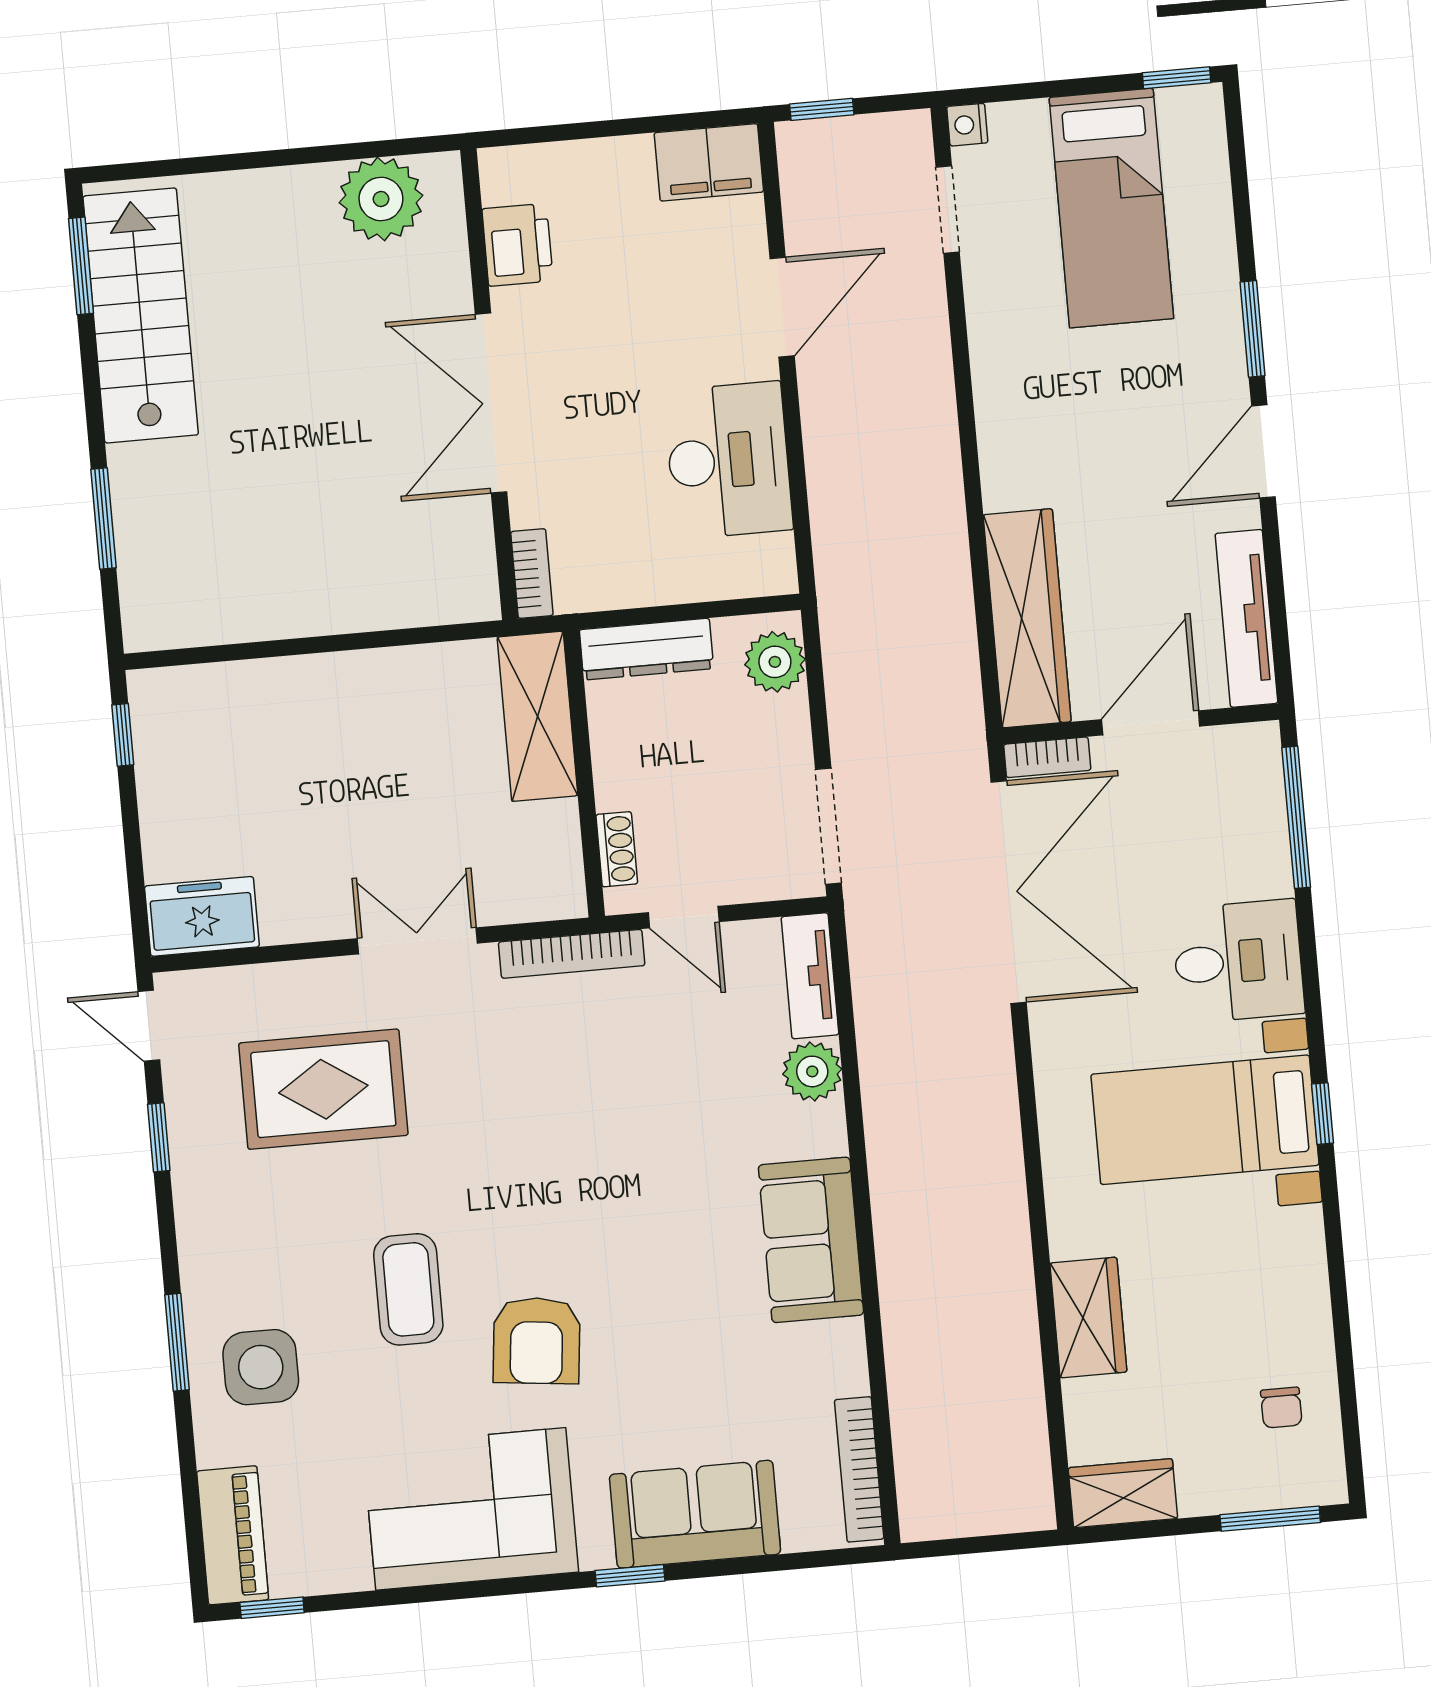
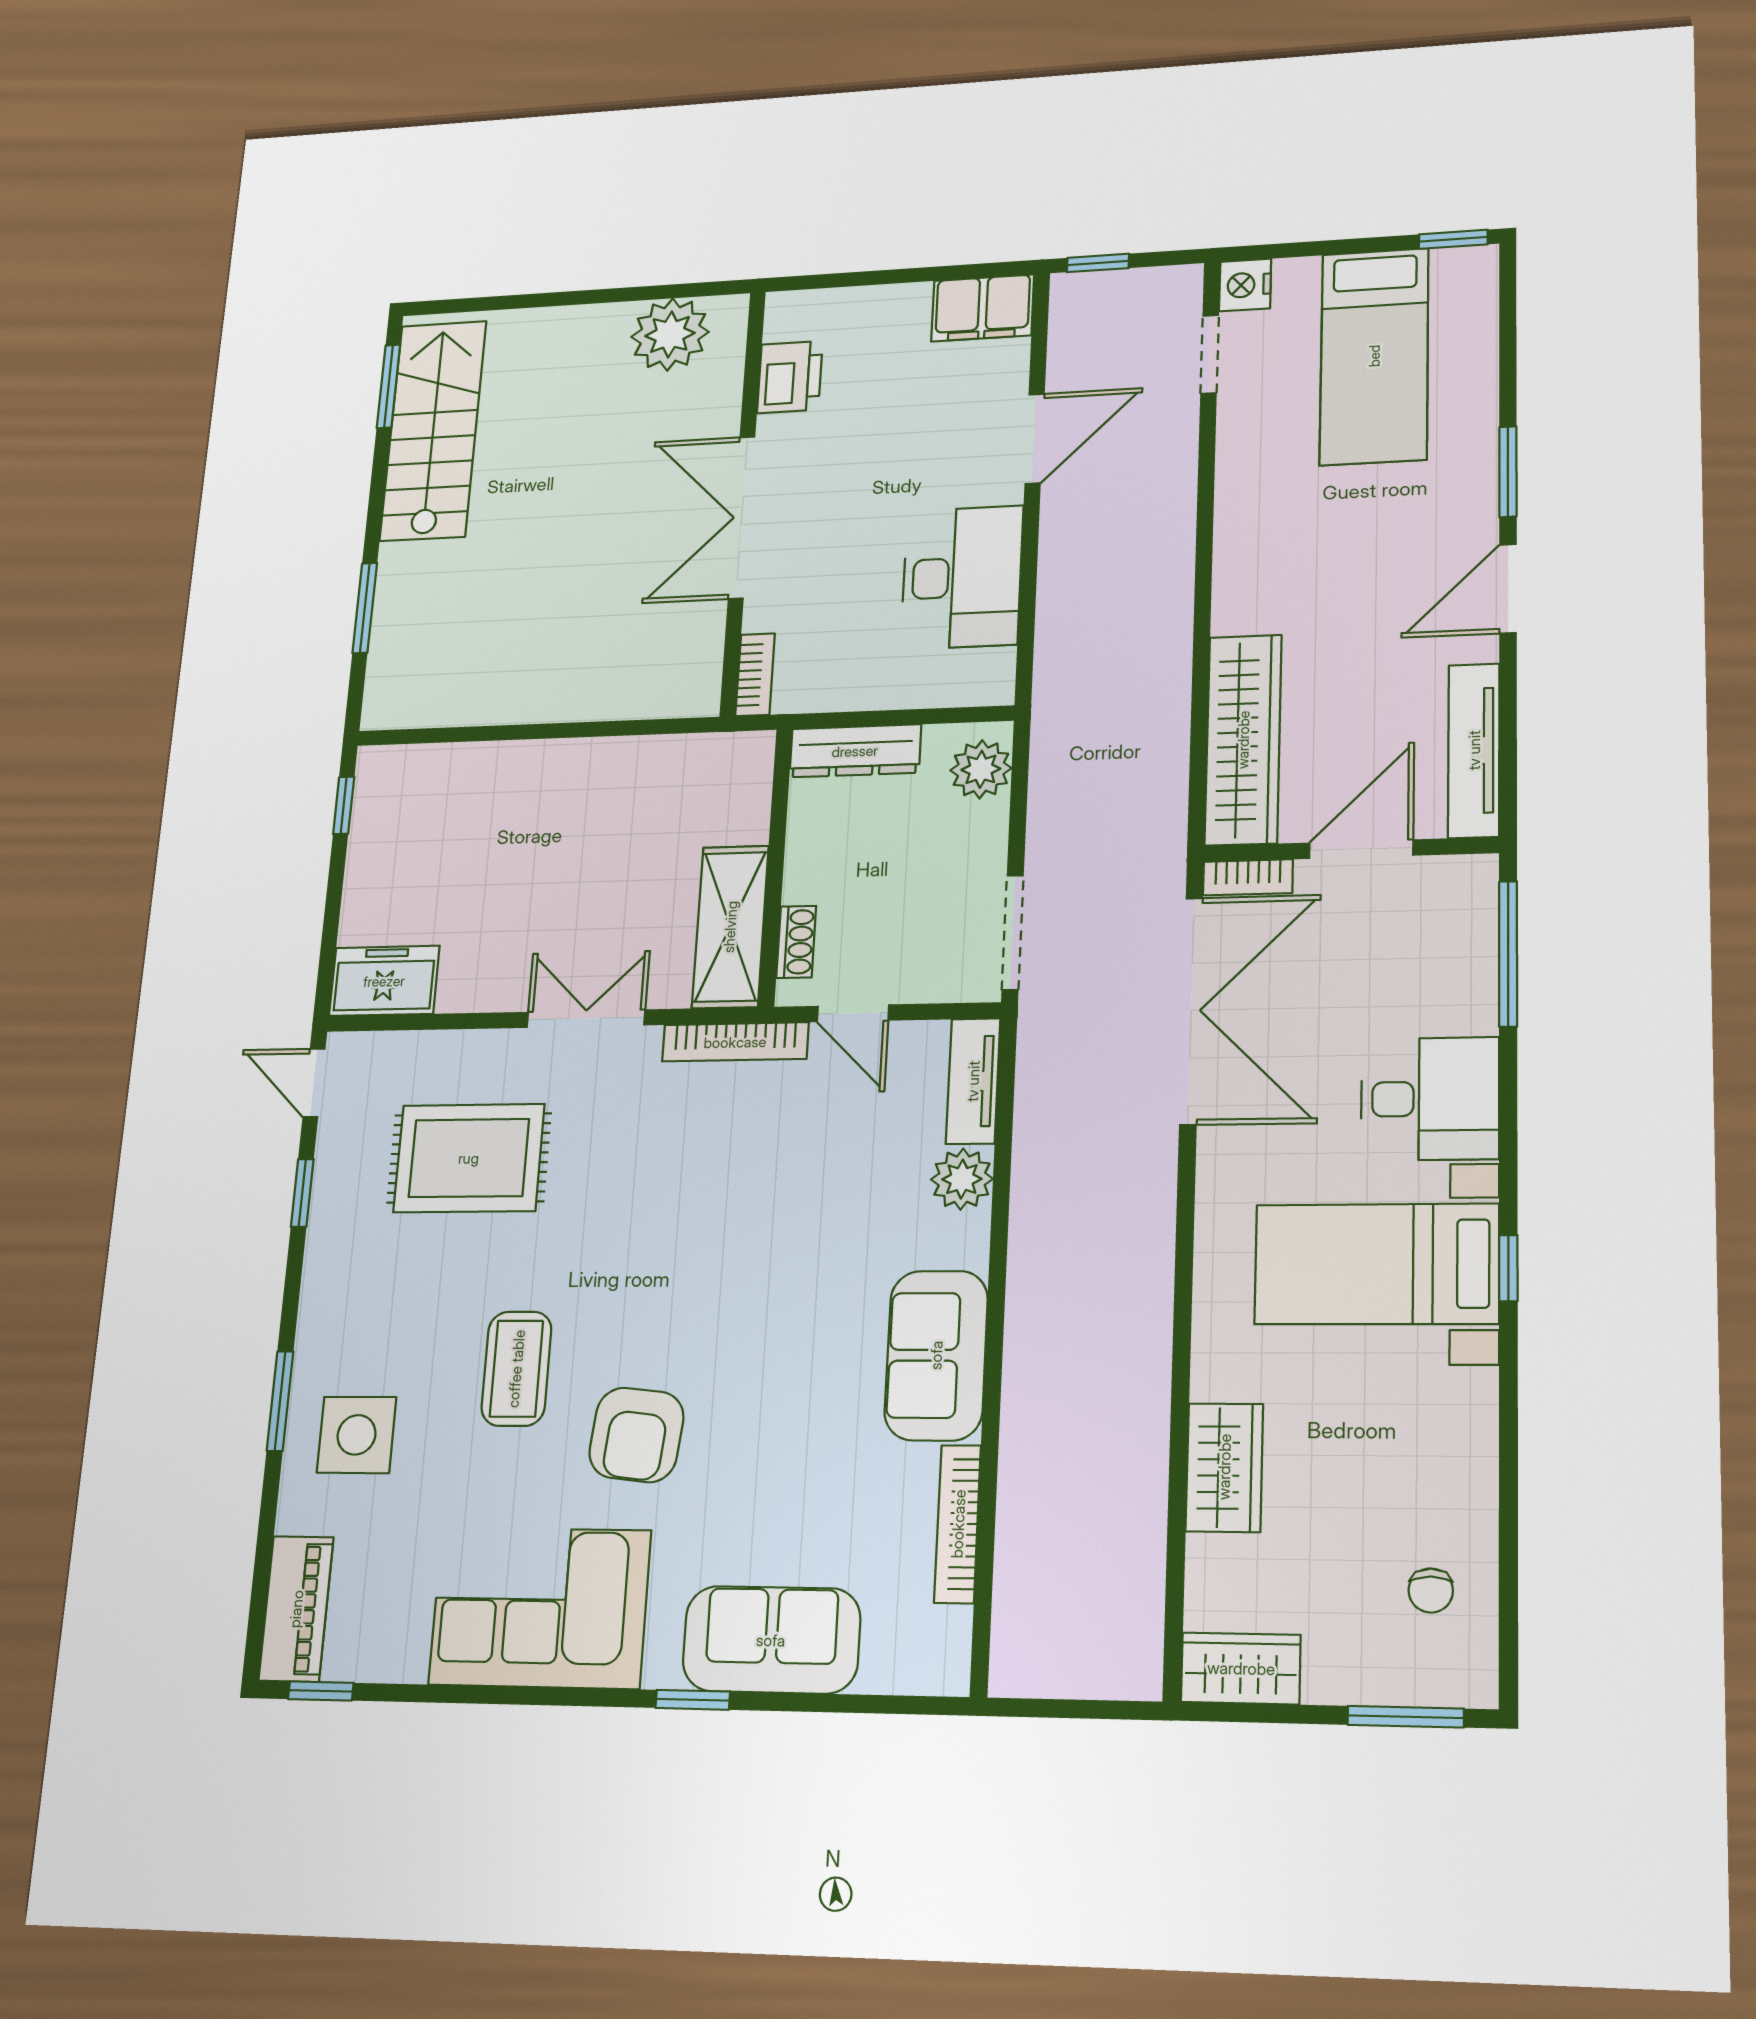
nightstand: (967, 125) -> (1245, 285), width x1.39, depth x1.35
shelving: (537, 716) -> (730, 927), moved
bookcase: (859, 1469) -> (958, 1524), moved

